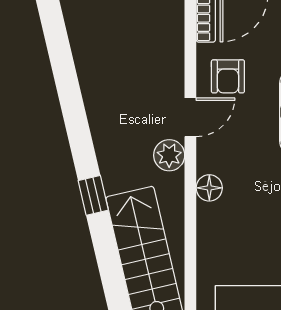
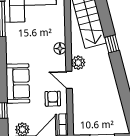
door: (190, 117) -> (69, 80), hinge flipped

